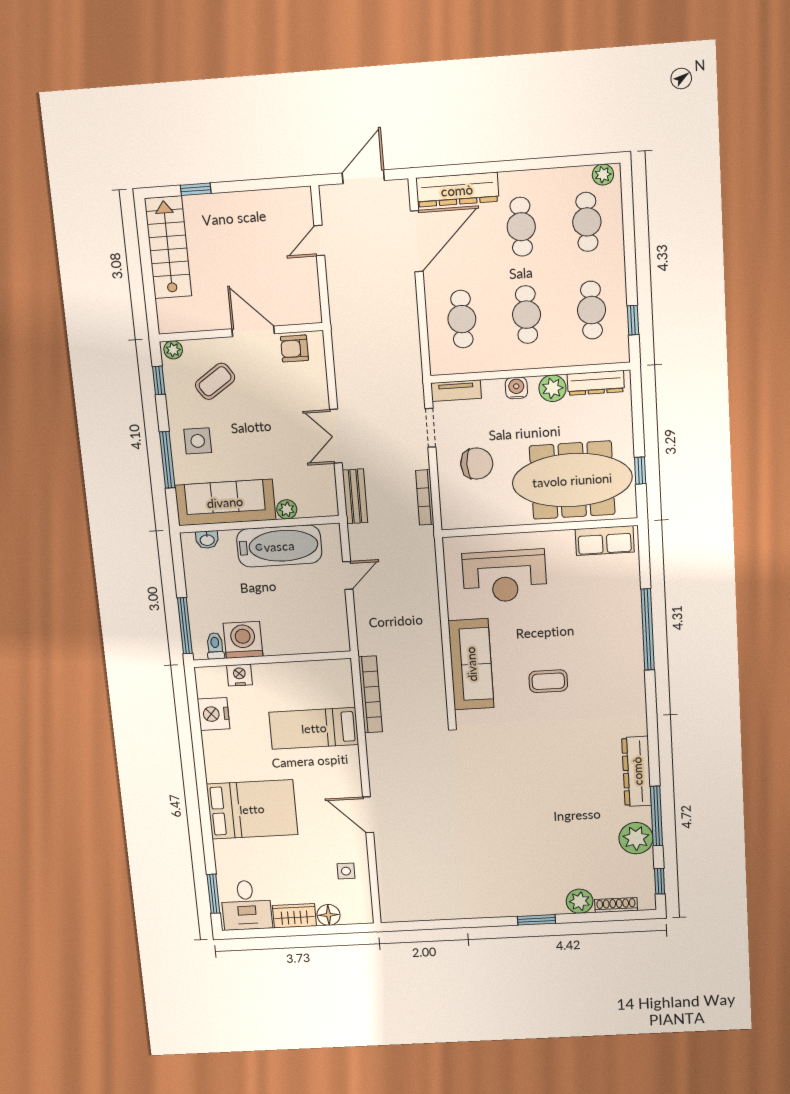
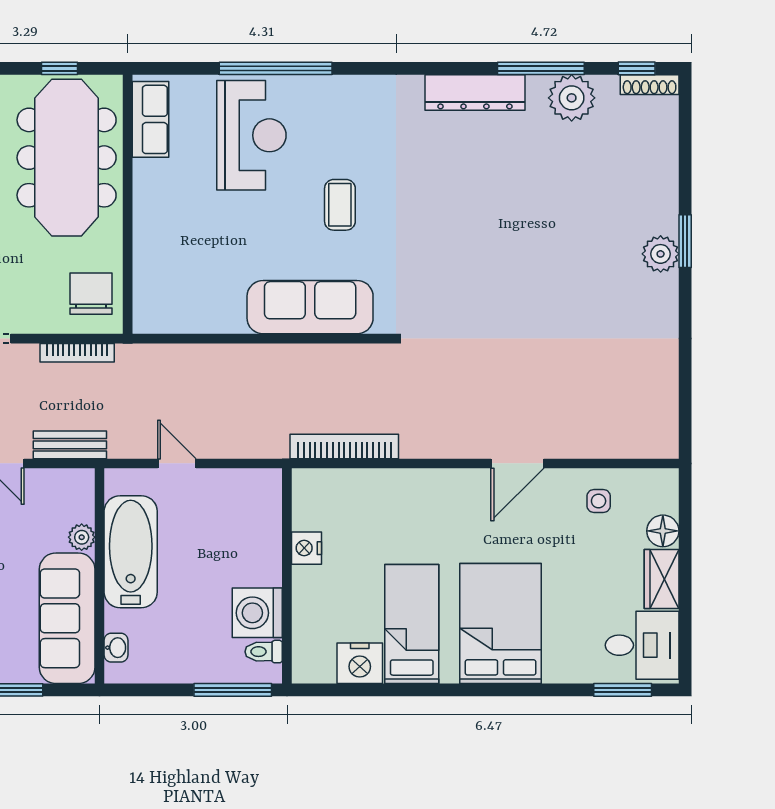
chair: (477, 464) -> (91, 294), moved
reception desk: (504, 576) -> (251, 135), moved
nightstand: (239, 675) -> (307, 548), moved
bed: (314, 728) -> (412, 624), moved, turned 180
plant: (580, 901) -> (661, 254), moved
shoe rack: (616, 905) -> (650, 85), moved, turned -90

